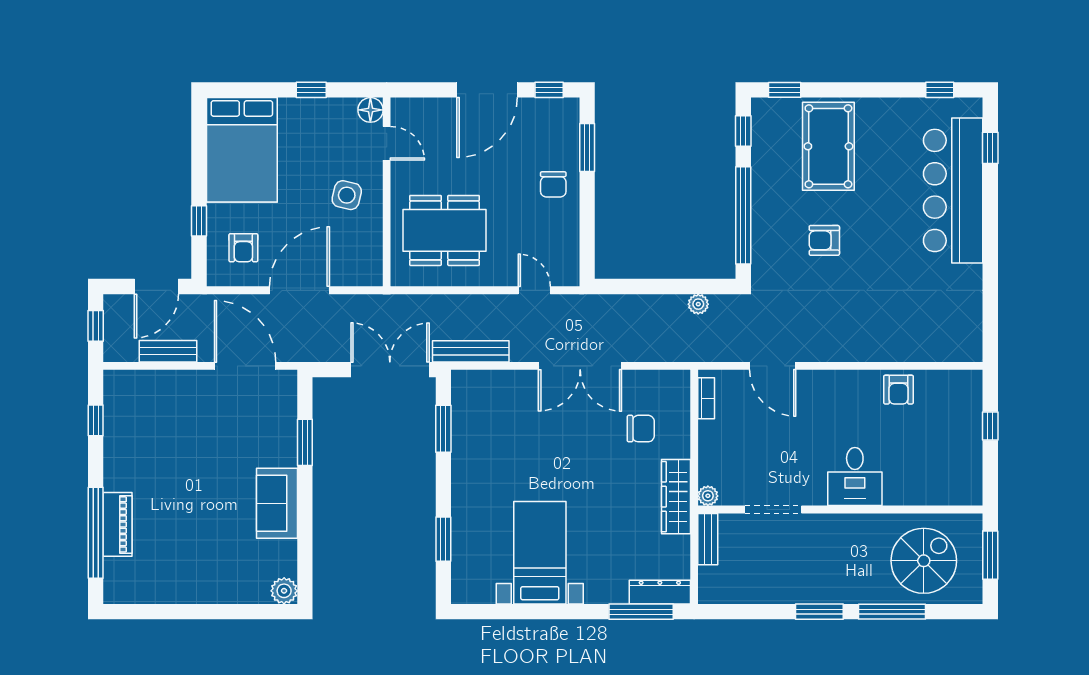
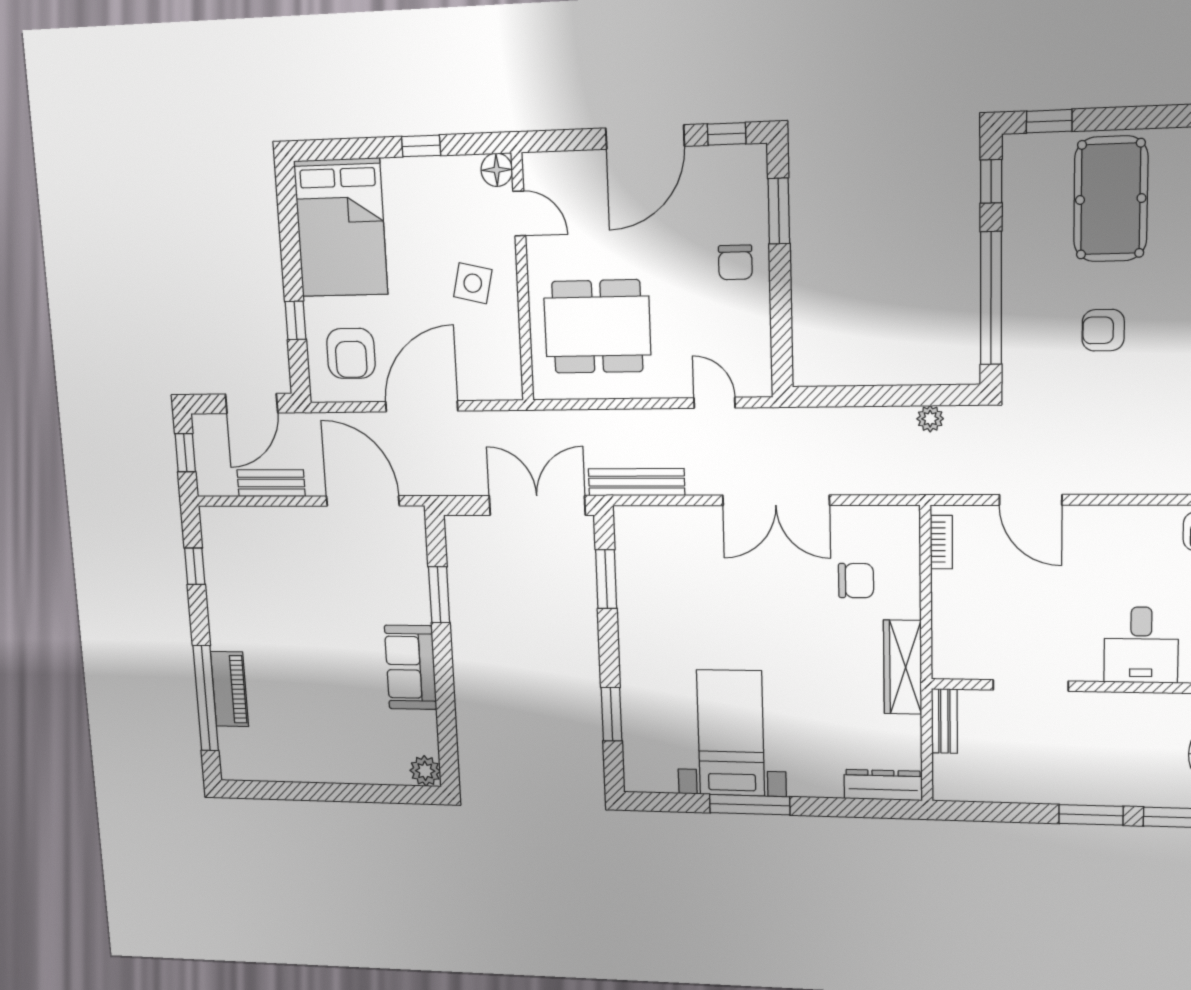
armchair: (243, 248) -> (351, 353), width x1.38, depth x1.38
plant: (708, 496) -> (944, 667), removed
window: (641, 612) -> (750, 805), moved

